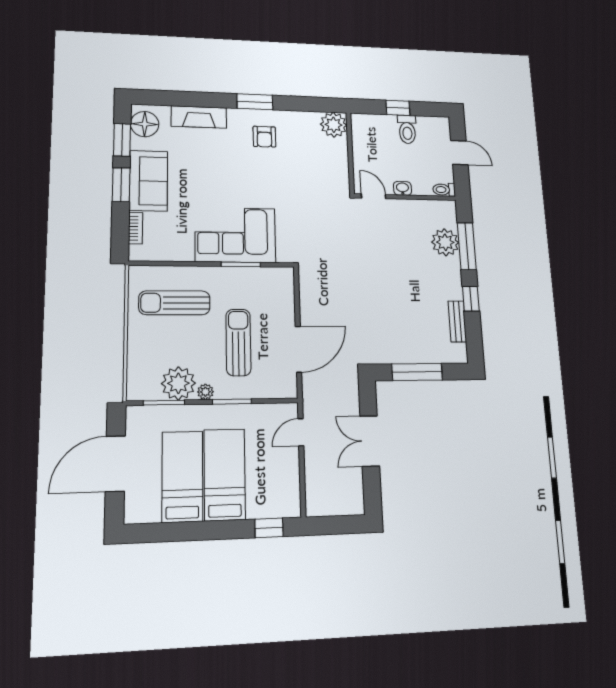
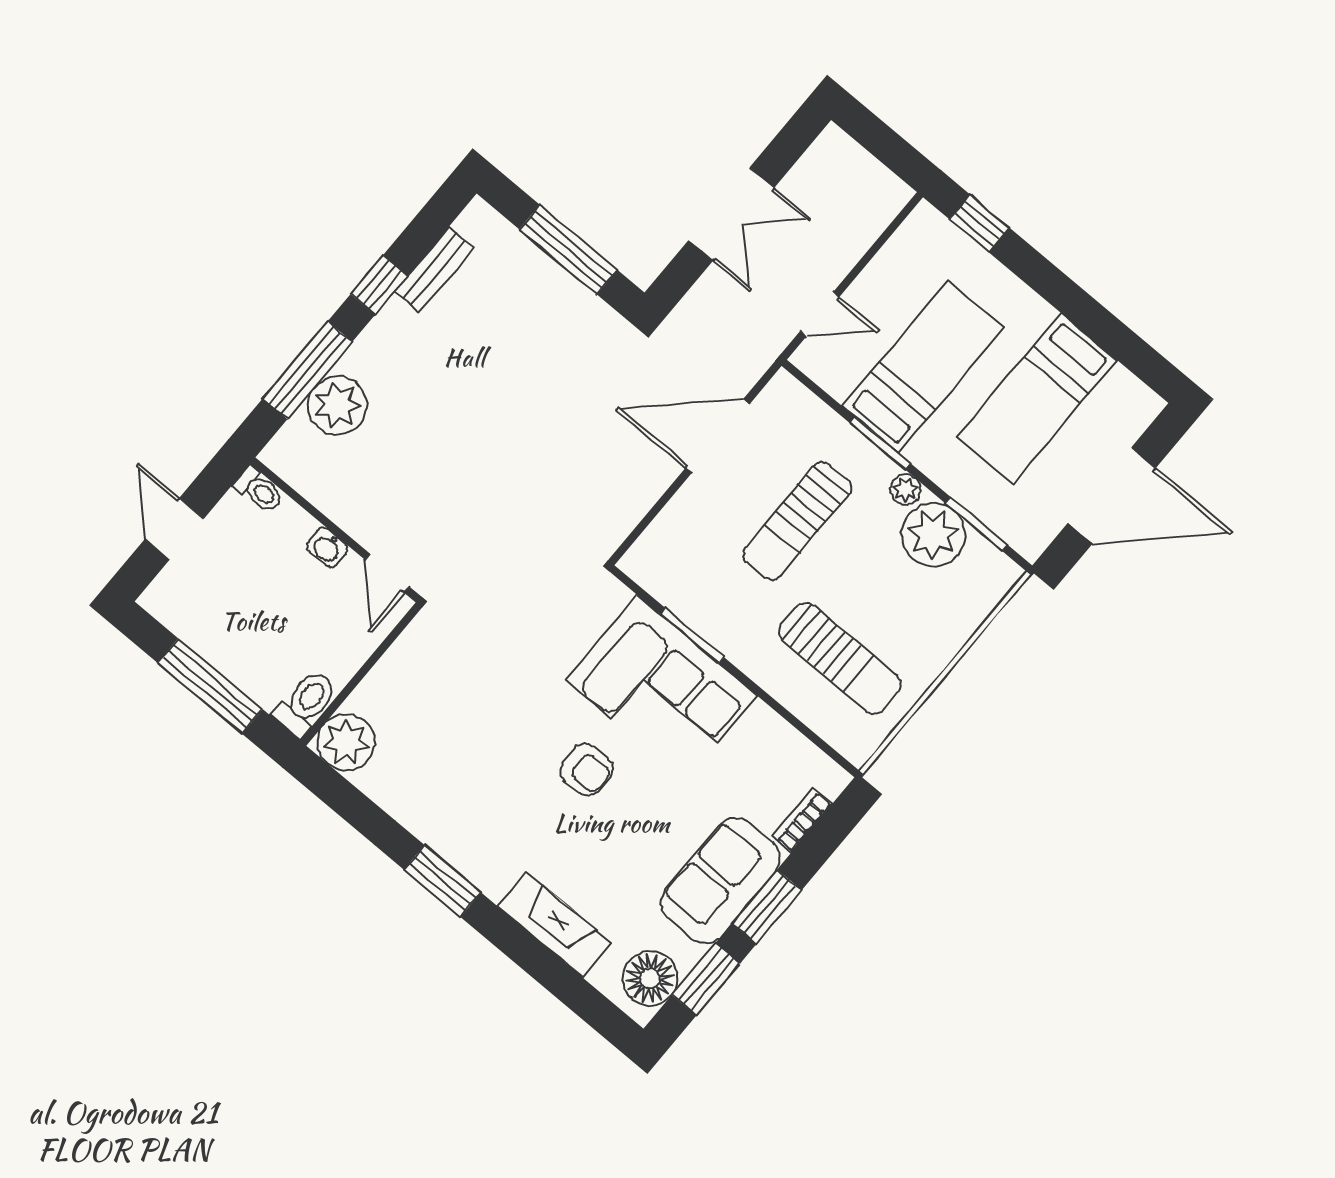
window: (398, 108) -> (210, 686), width x2.17
toilet: (407, 129) -> (306, 703), moved
armchair: (264, 137) -> (587, 770), moved, turned 90
bed: (225, 474) -> (923, 367), moved, turned 180

